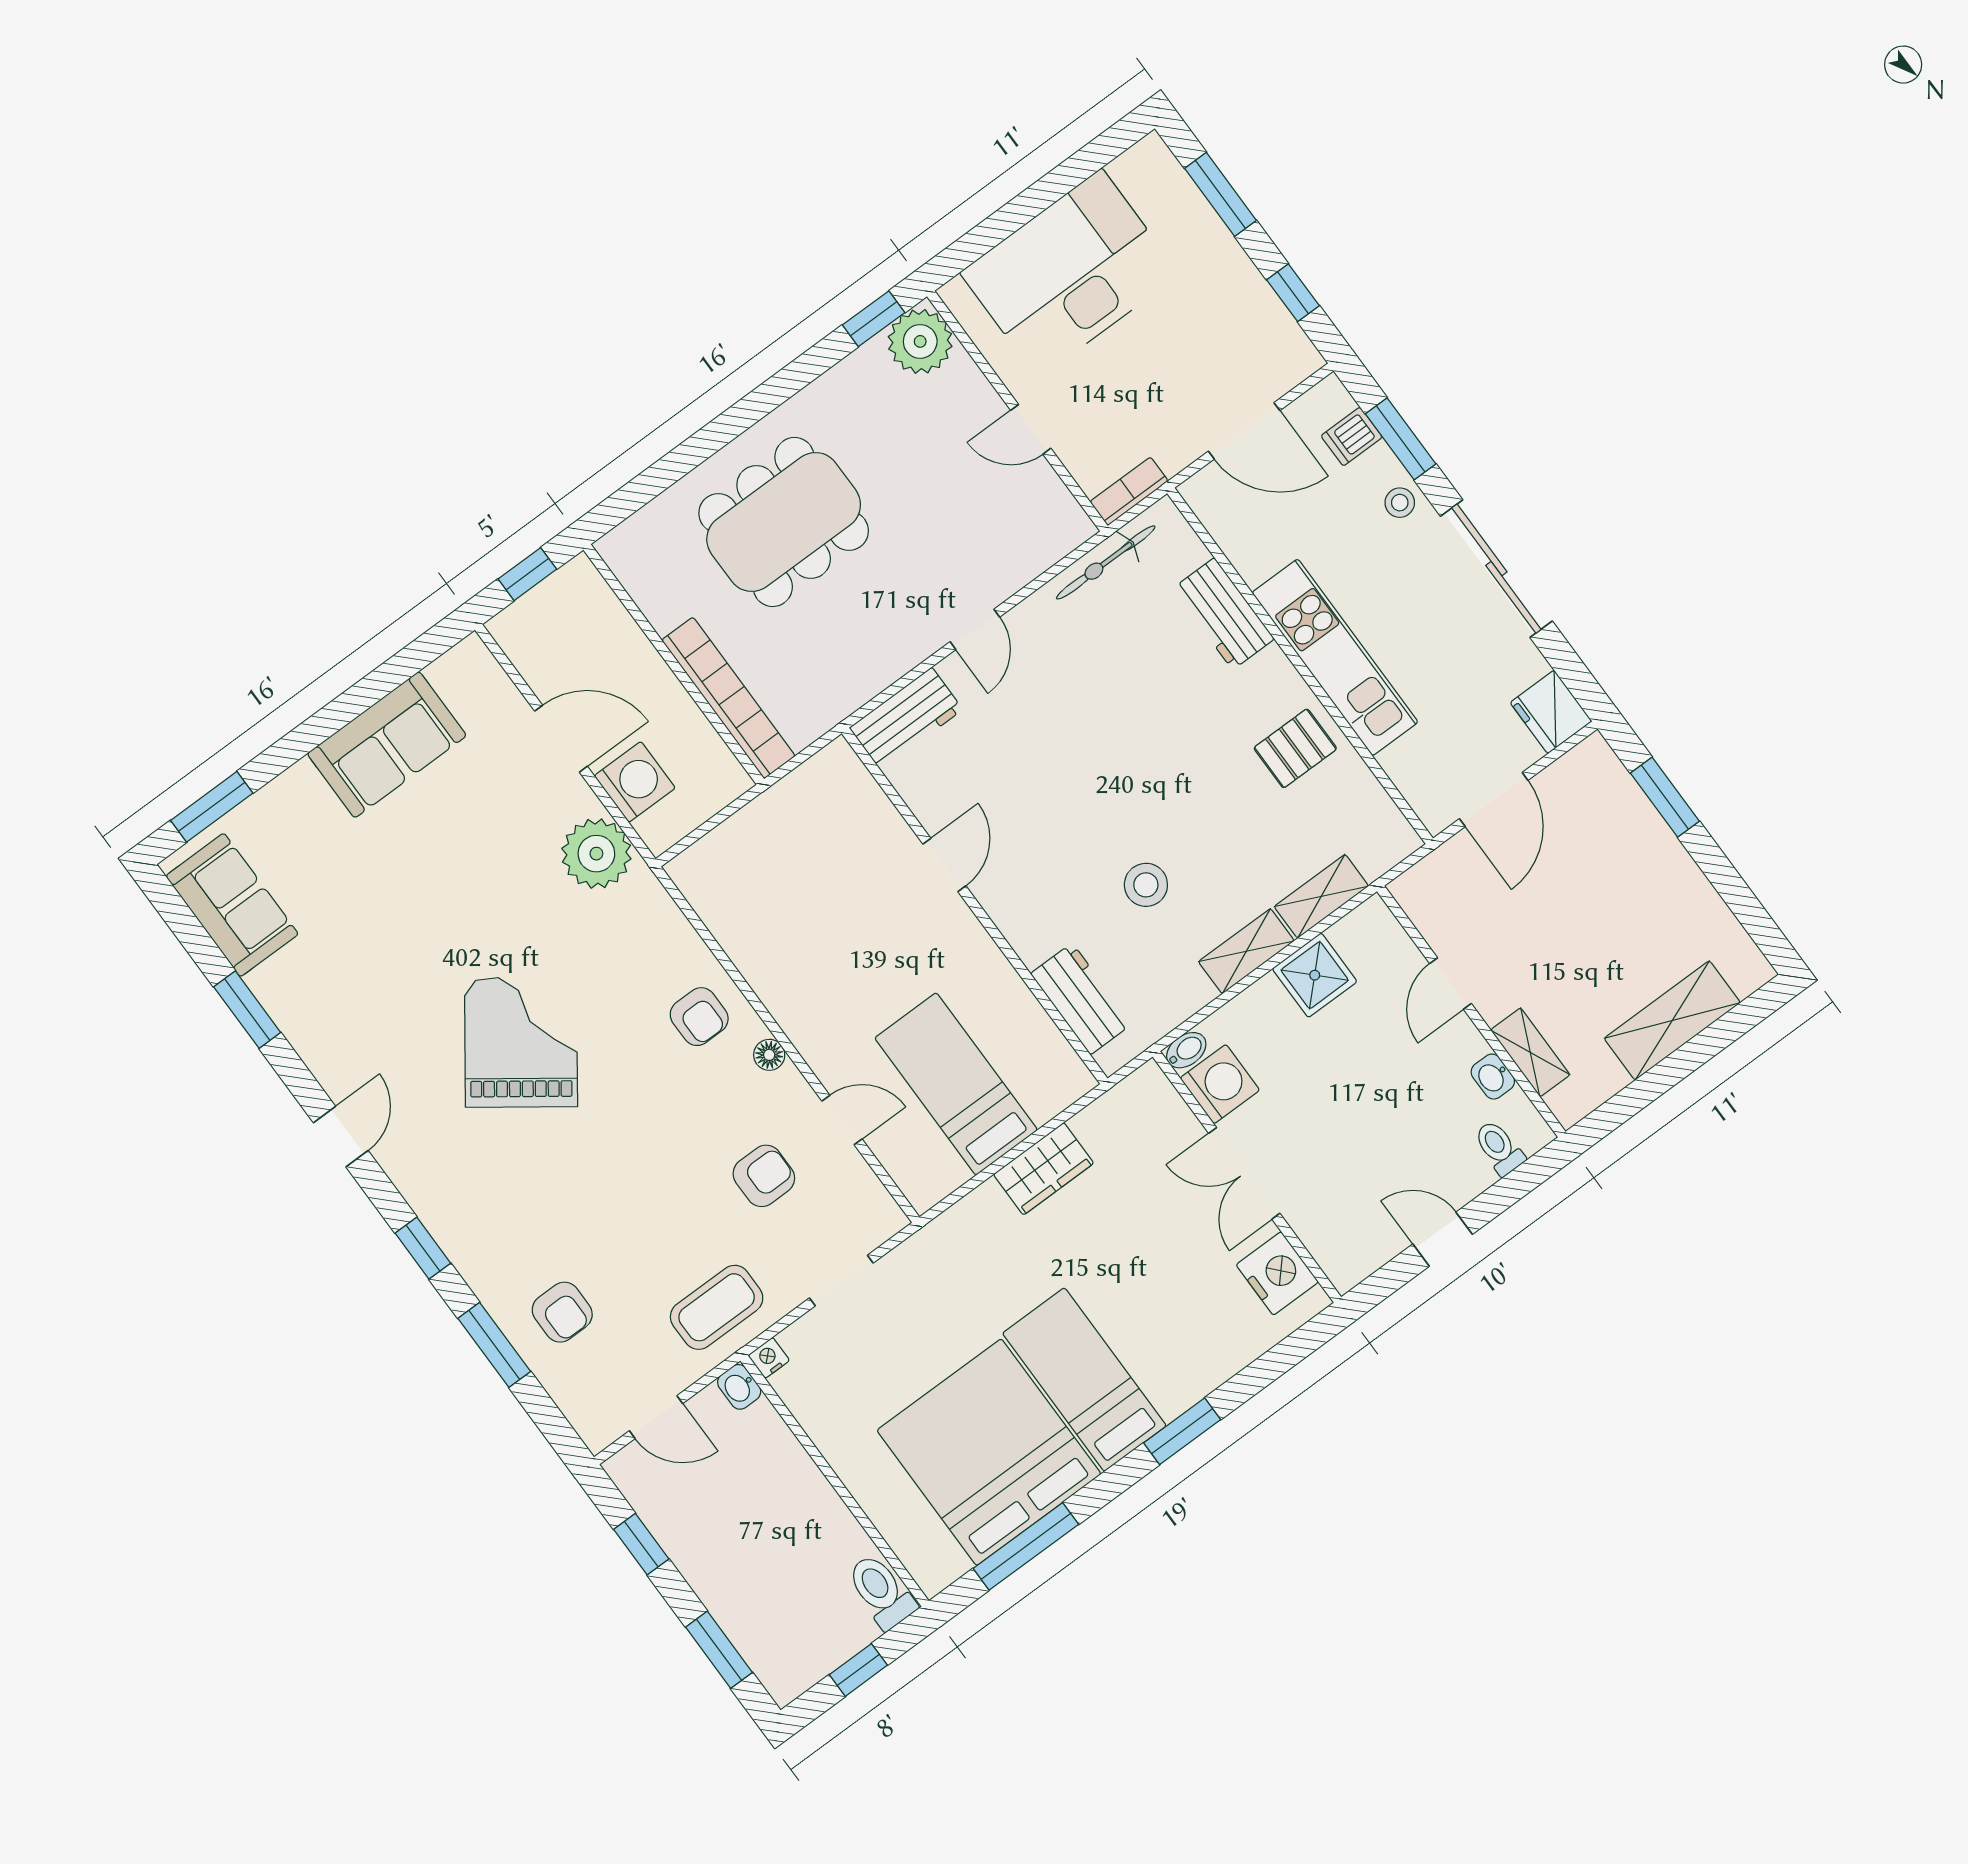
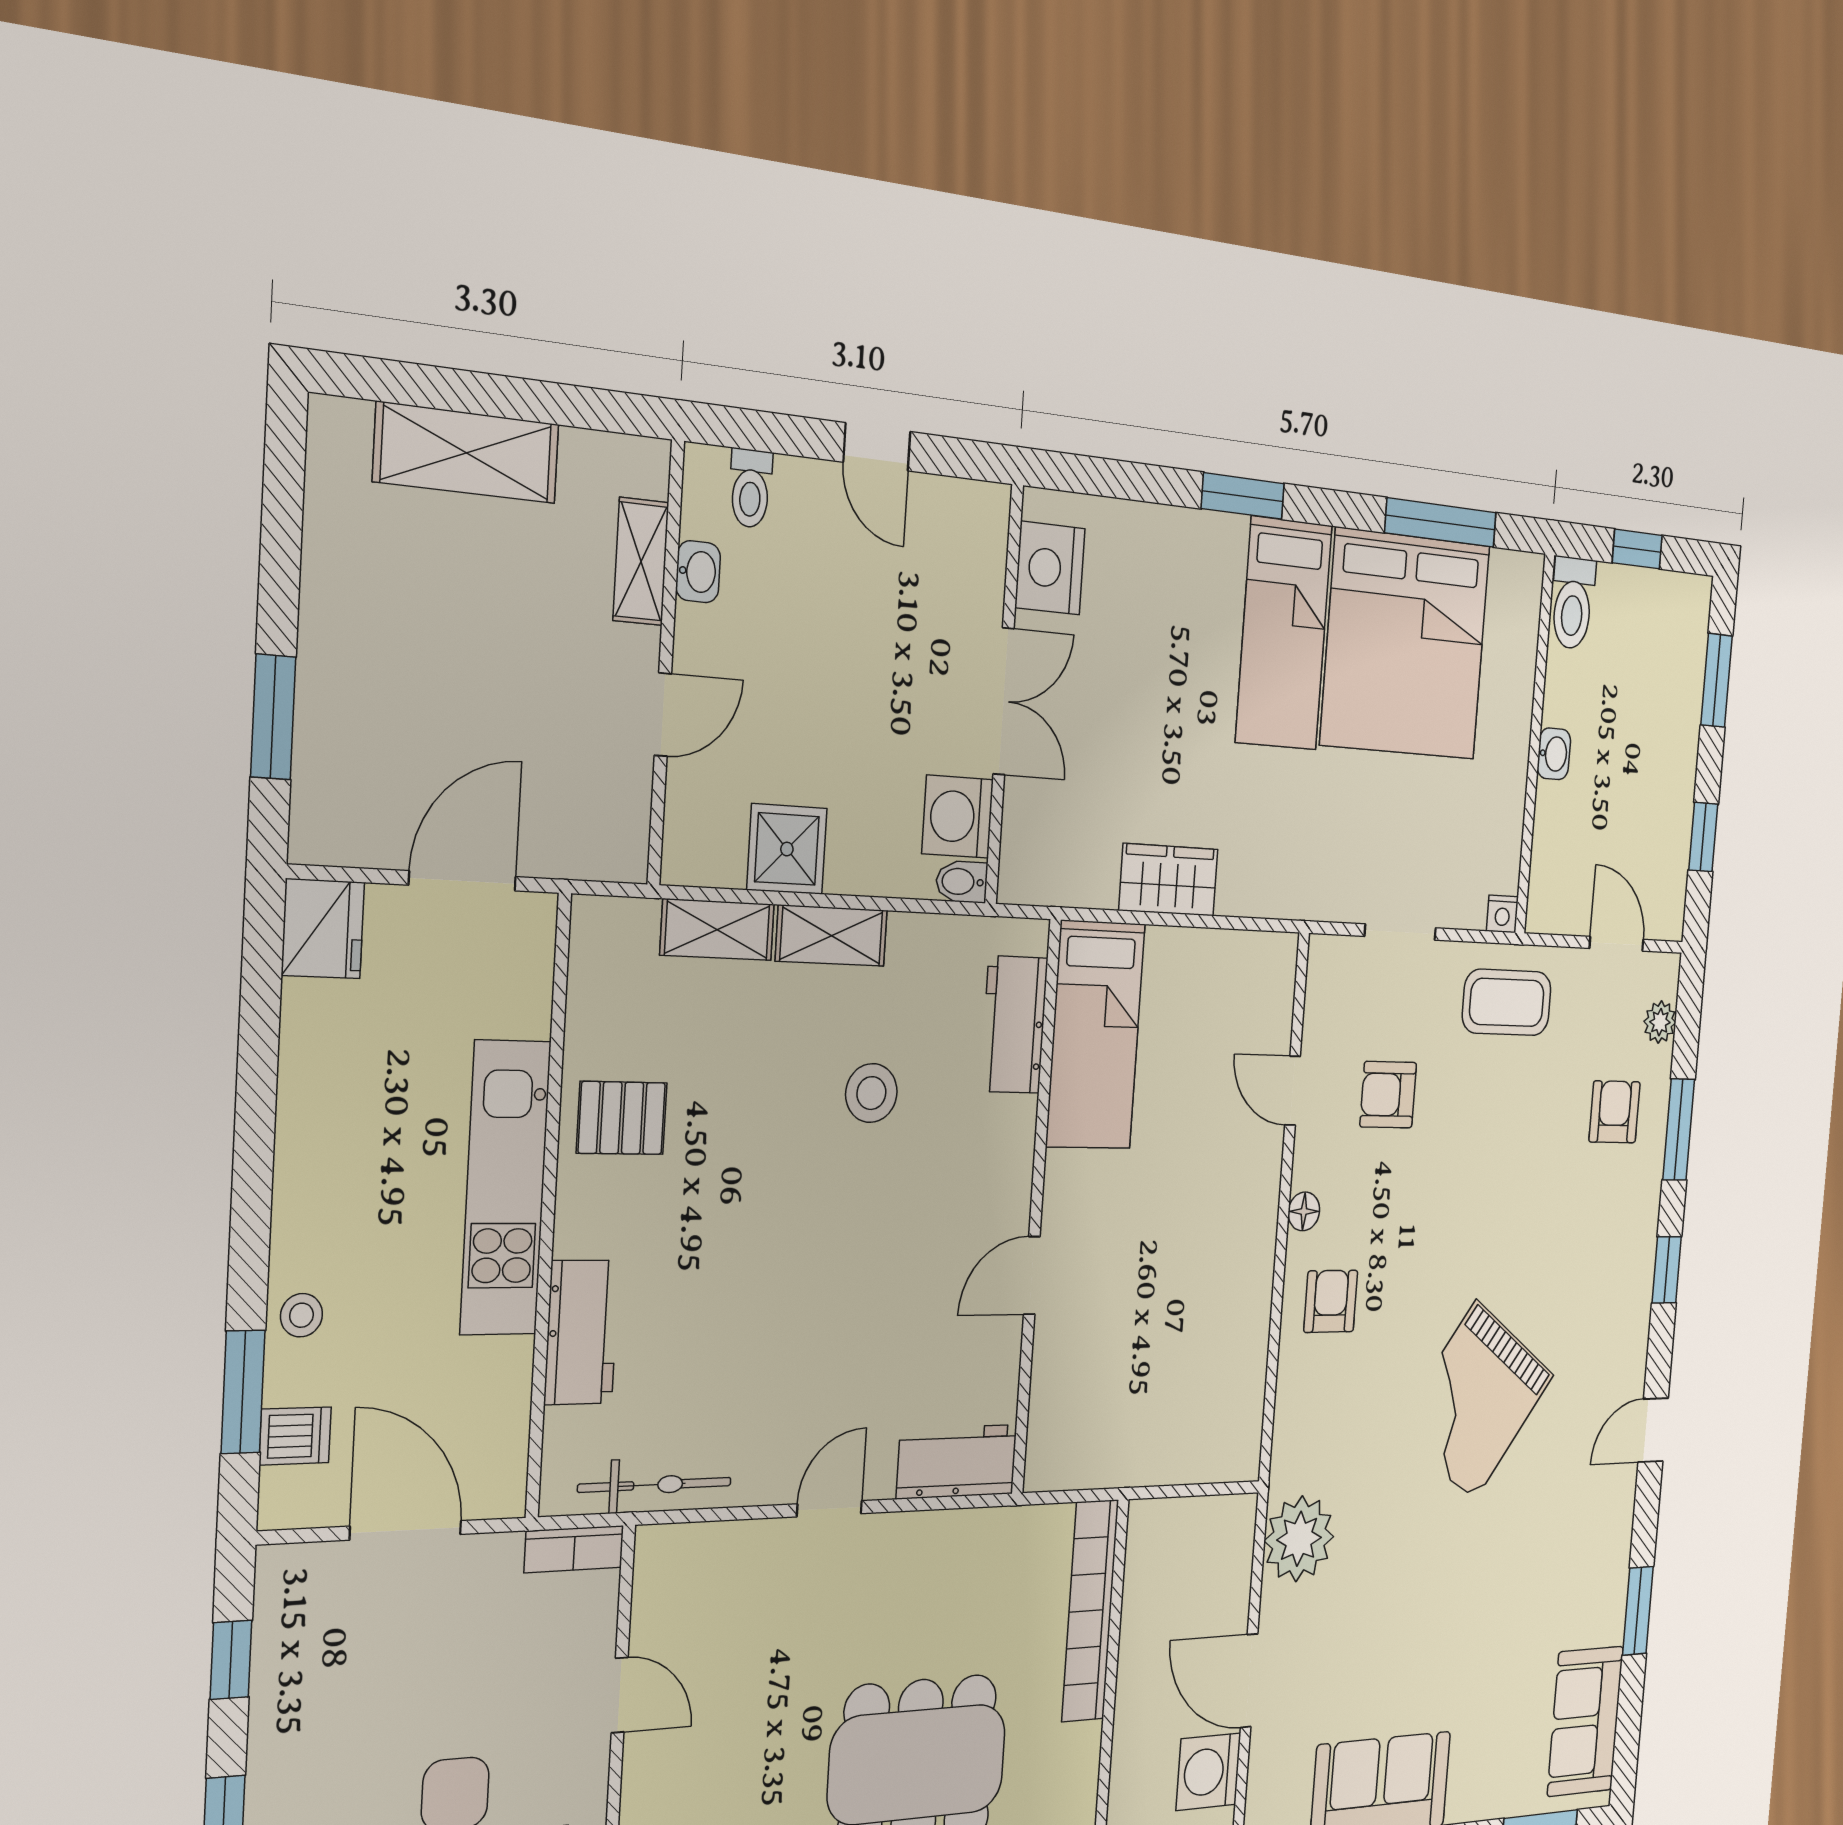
sliding door: (1496, 569) -> (254, 1150), removed
washing machine: (635, 782) -> (1209, 1772), moved
bed: (956, 1084) -> (1095, 1035), moved
washbasin: (739, 1387) -> (1554, 754), moved
plant: (573, 1399) -> (1660, 1022), added

